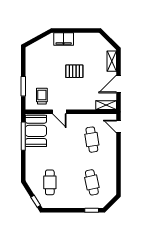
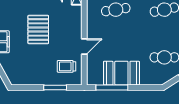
pallet: (74, 71) -> (38, 29), width x1.50, depth x1.42
booth: (36, 131) -> (121, 73), moved

